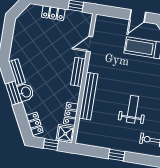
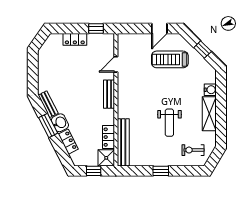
bench: (88, 96) -> (123, 142), moved
weight bench: (133, 109) -> (169, 123), turned 180
locker: (35, 124) -> (68, 142), moved

